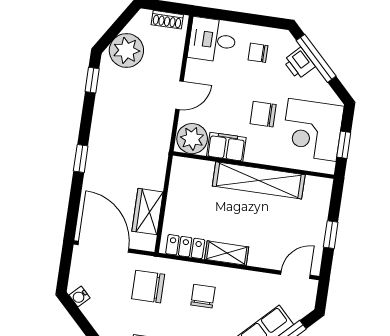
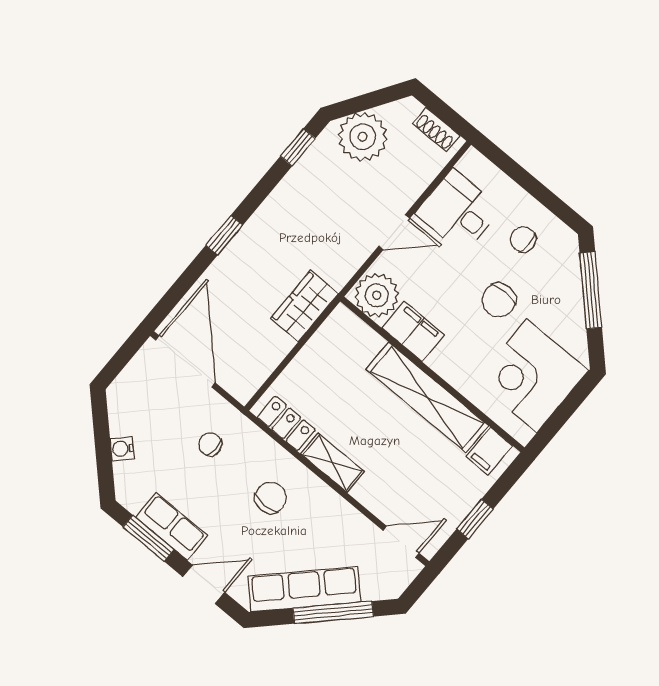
desk: (212, 40) -> (458, 211), moved
printer: (299, 63) -> (566, 284), removed
chair: (263, 114) -> (499, 300), moved, turned -90
window: (344, 145) -> (559, 418), removed
filing cabinet: (315, 190) -> (489, 451), added
wardrobe: (148, 212) -> (305, 306), moved
chair: (148, 287) -> (210, 444), width x0.54, depth x0.54
water cooler: (80, 296) -> (122, 449), moved

